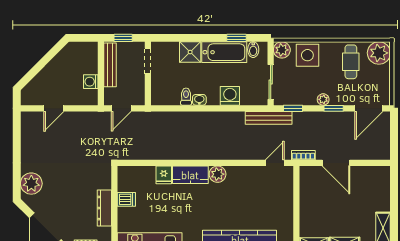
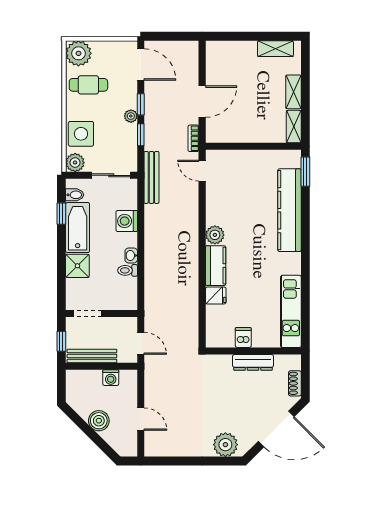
boiler: (53, 71) -> (99, 421), added
window: (293, 108) -> (141, 135), moved

